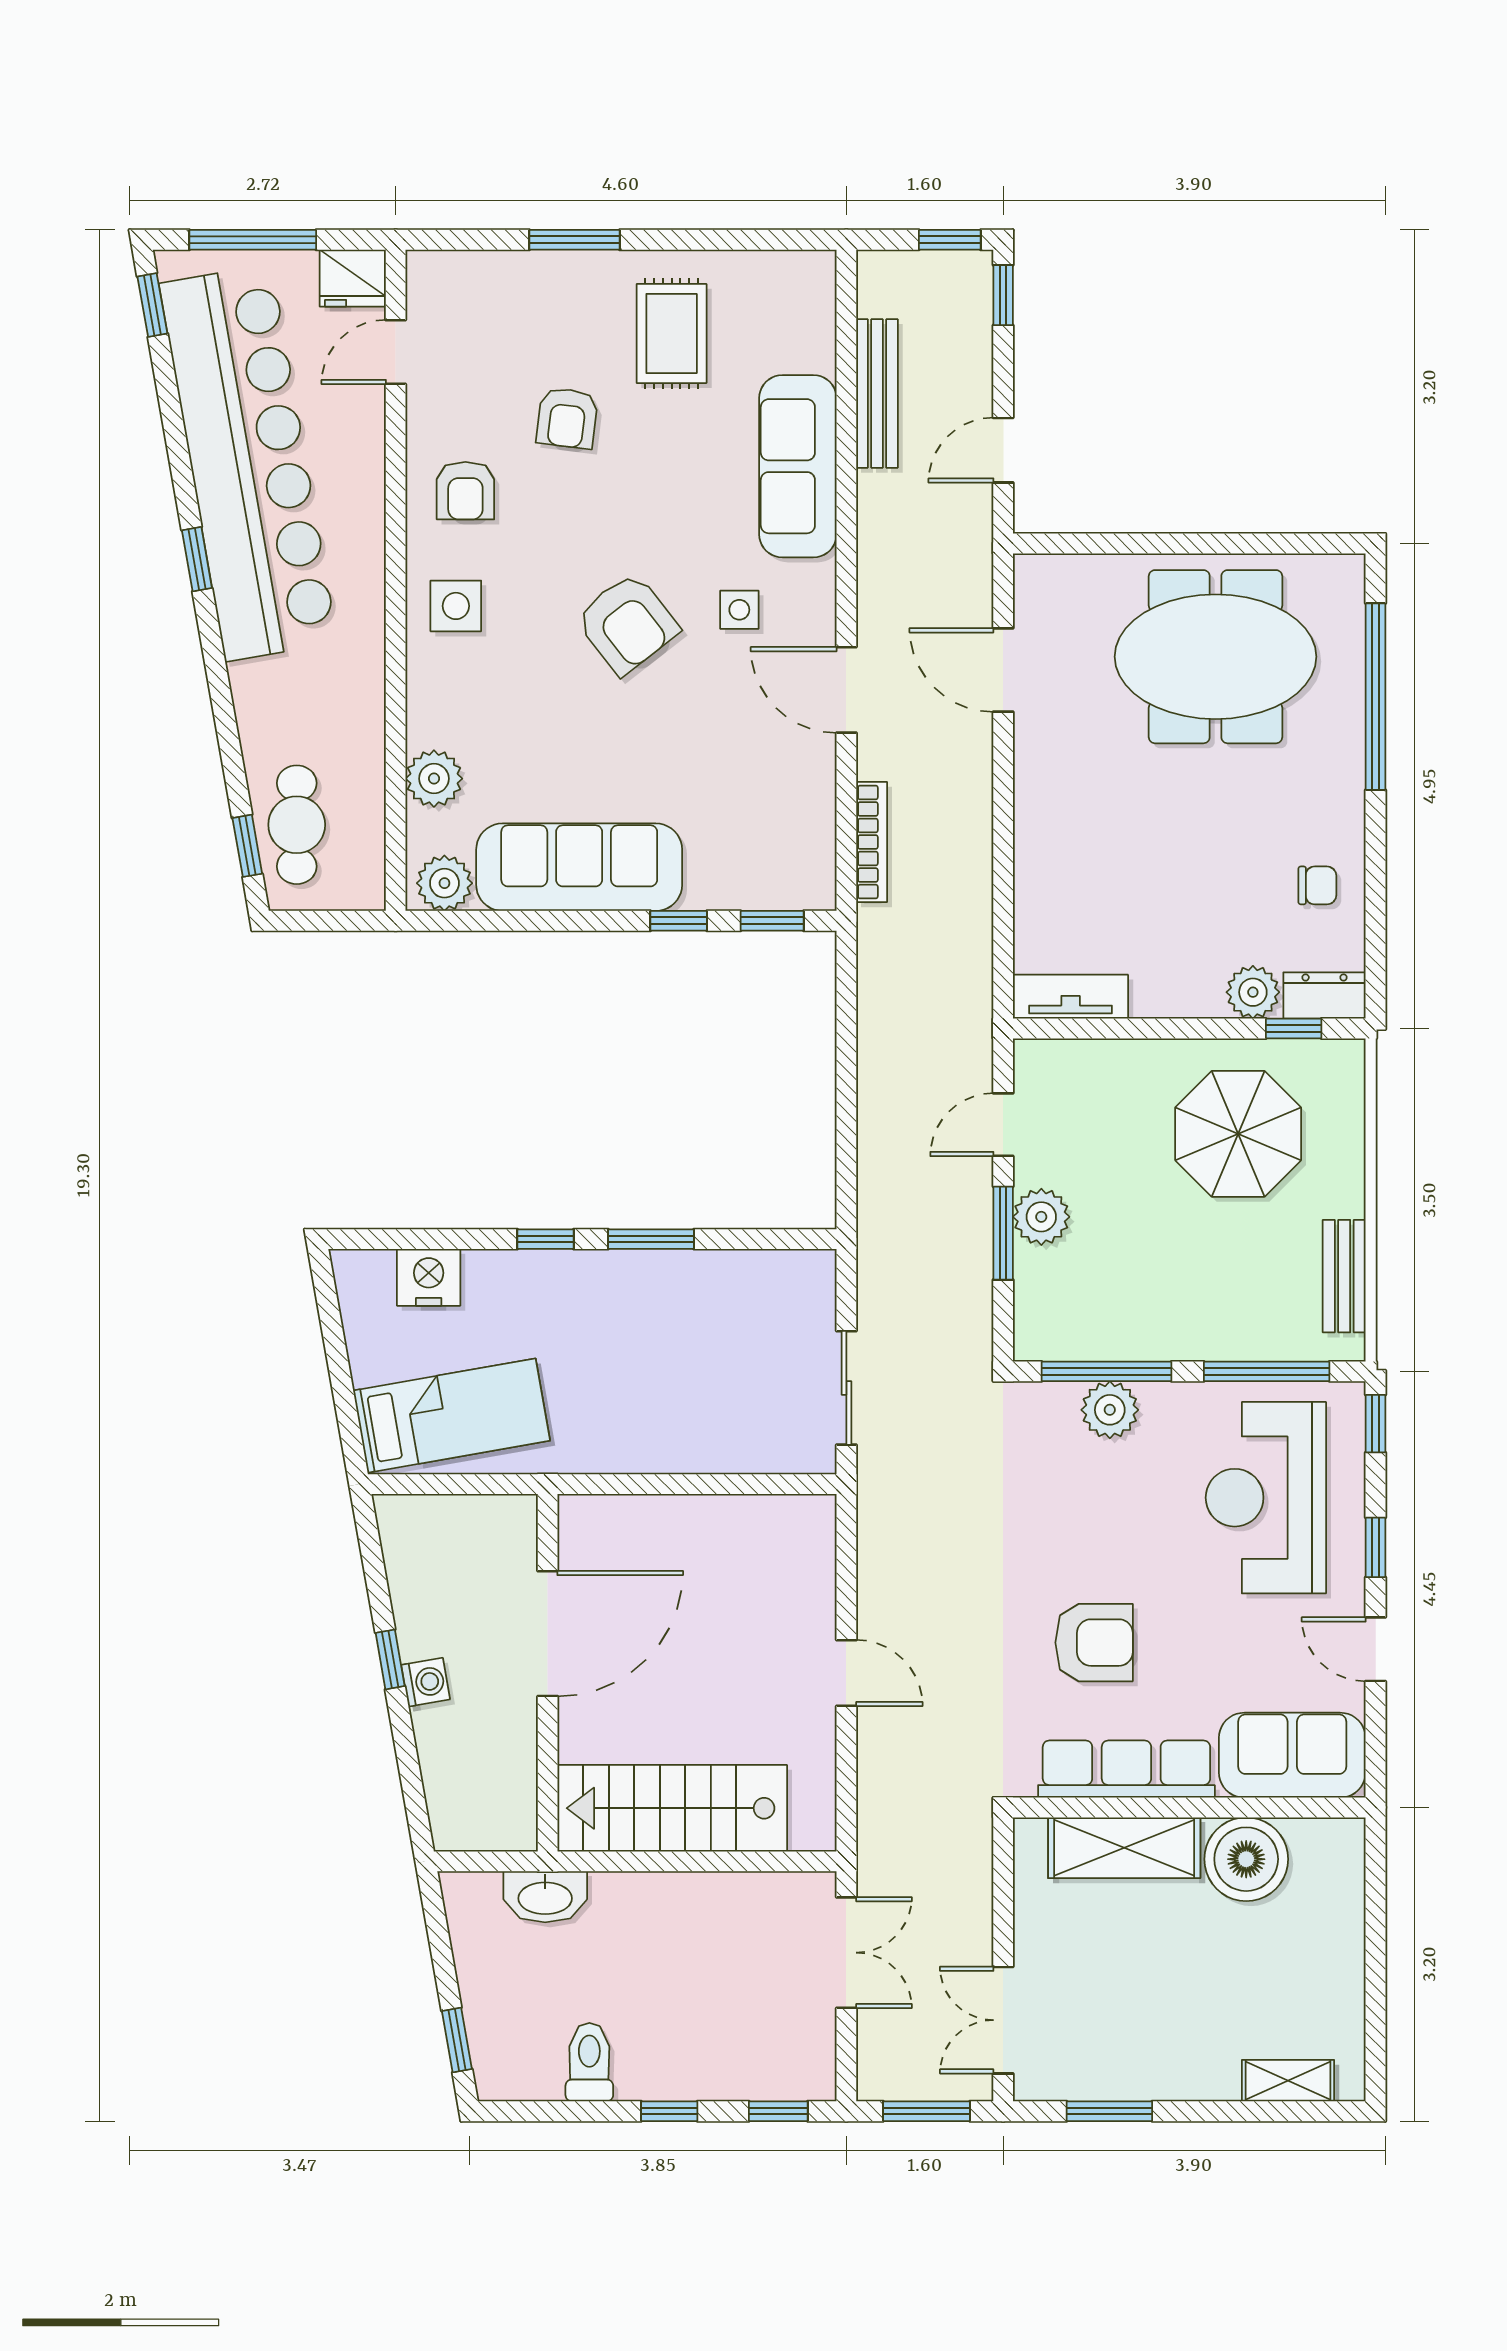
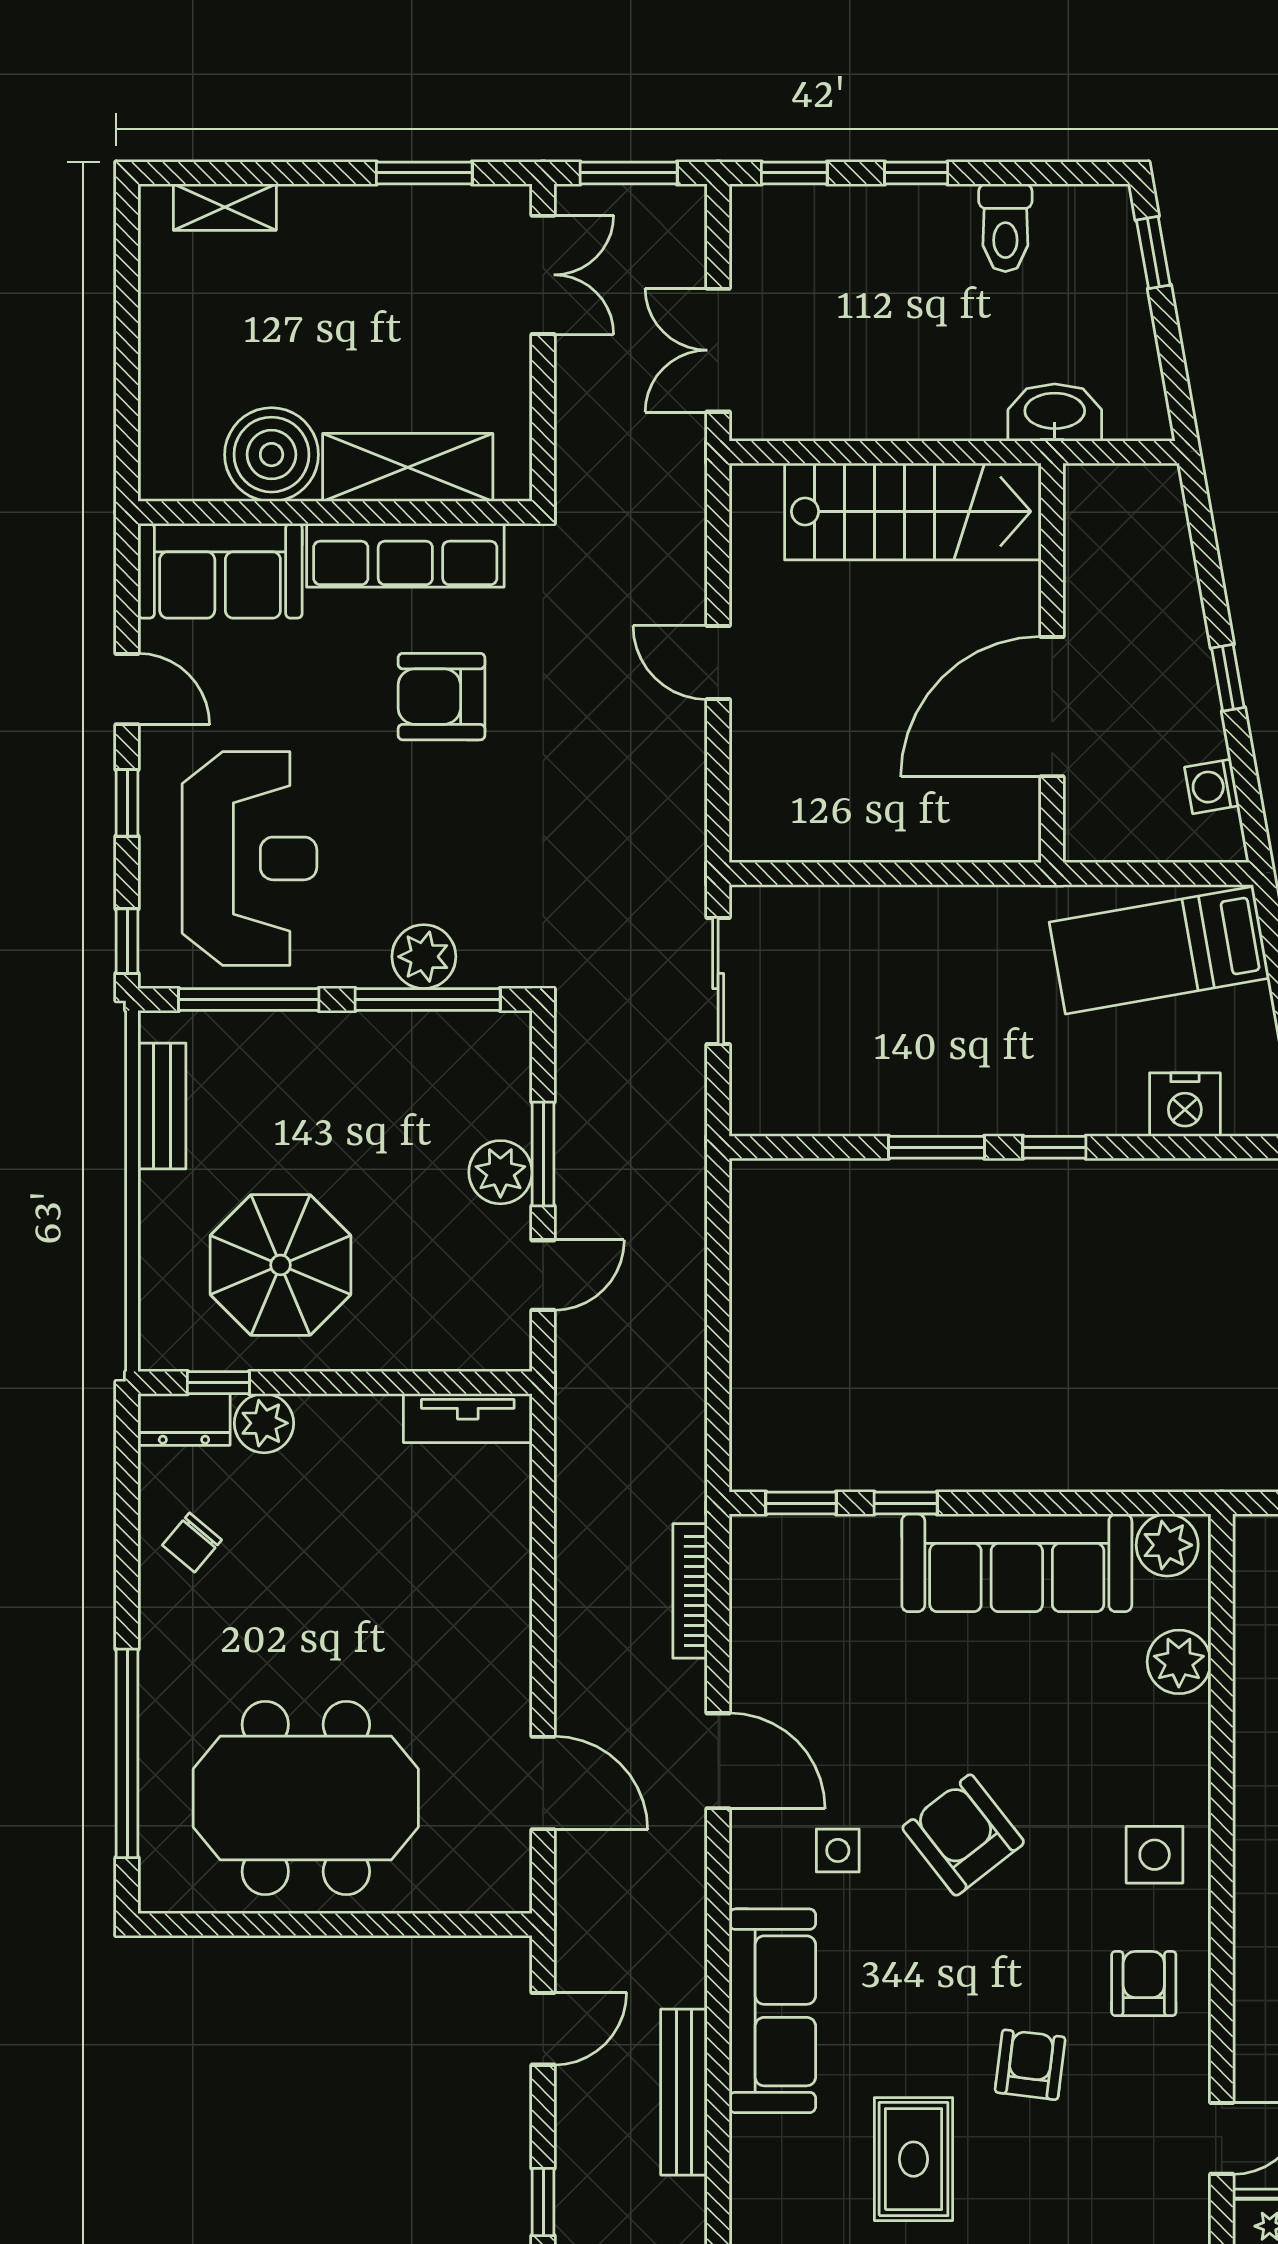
chair: (1317, 885) -> (192, 1542), turned -50
washing machine: (426, 1682) -> (1212, 786), moved

